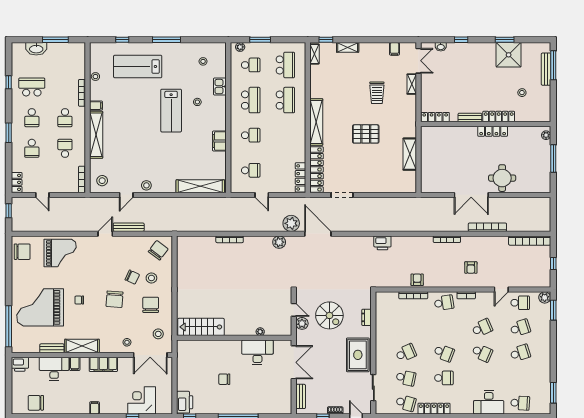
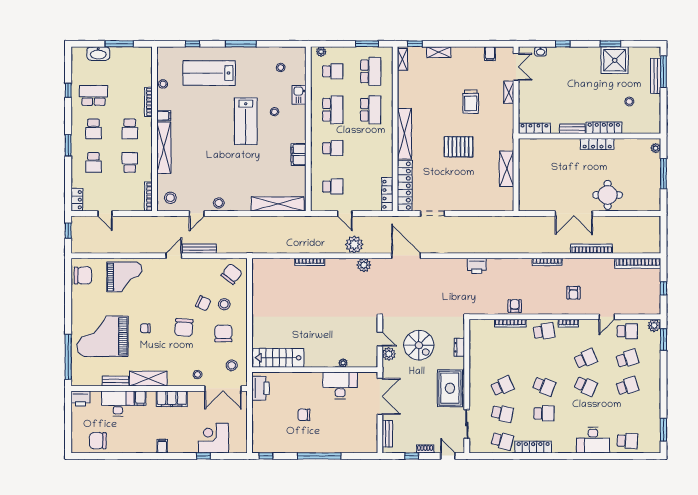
window: (260, 40) -> (367, 44), moved
plant: (291, 223) -> (354, 244), moved
printer: (185, 402) -> (261, 388), moved

